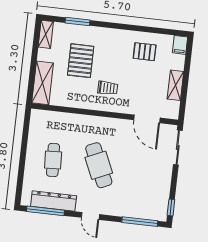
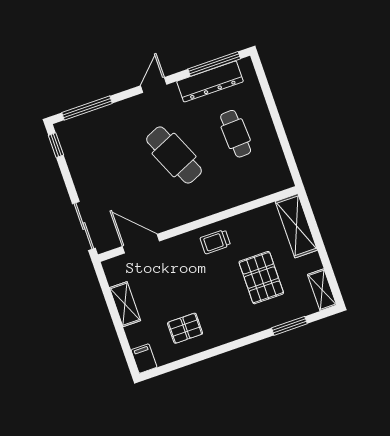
trolley: (108, 88) -> (215, 242), moved
door: (90, 216) -> (154, 85), hinge flipped

